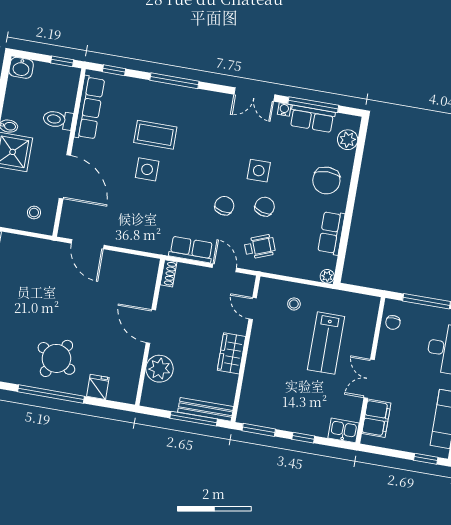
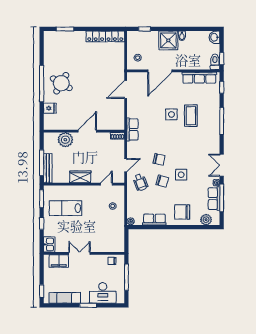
toilet: (58, 120) -> (215, 62), moved
row of seats: (191, 249) -> (132, 129), moved
lab bench: (326, 343) -> (66, 208), moved

